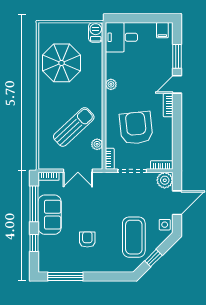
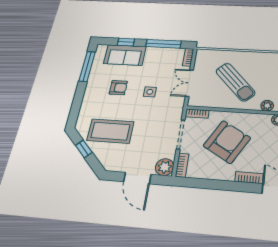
armchair: (136, 128) -> (227, 142), turned -54
plant: (97, 144) -> (267, 106), moved
sofa: (50, 215) -> (125, 55), moved
side table: (165, 225) -> (150, 92), moved

